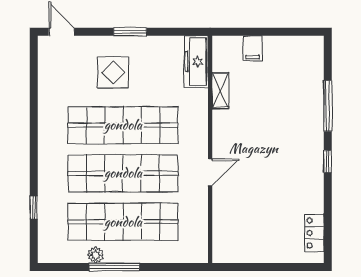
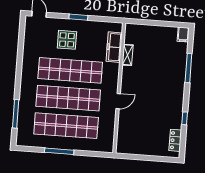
filing cabinet: (252, 48) -> (183, 35), moved
freezer: (196, 62) -> (114, 47), moved
window: (328, 161) -> (185, 118), moved
window: (34, 208) -> (16, 114), width x2.17
plant: (96, 255) -> (49, 144), removed

